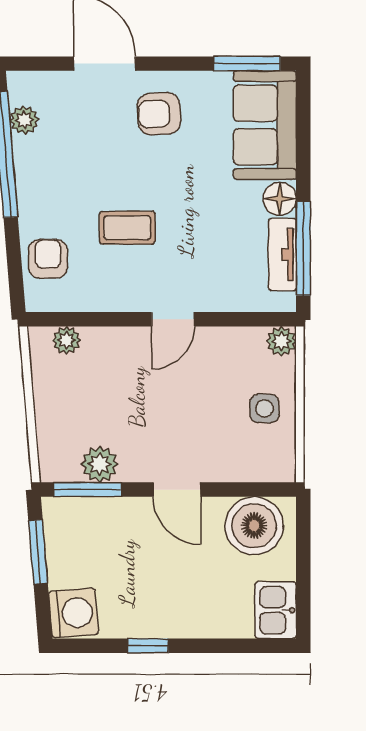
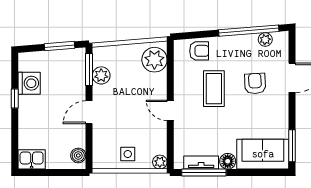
armchair: (159, 114) -> (255, 84), moved
coffee table: (127, 228) -> (214, 89), width x1.36, depth x1.30
plant: (66, 340) -> (154, 60), width x1.87, depth x1.87
boiler: (254, 526) -> (78, 155), width x0.54, depth x0.54
washing machine: (74, 613) -> (29, 83), moved, turned -85

